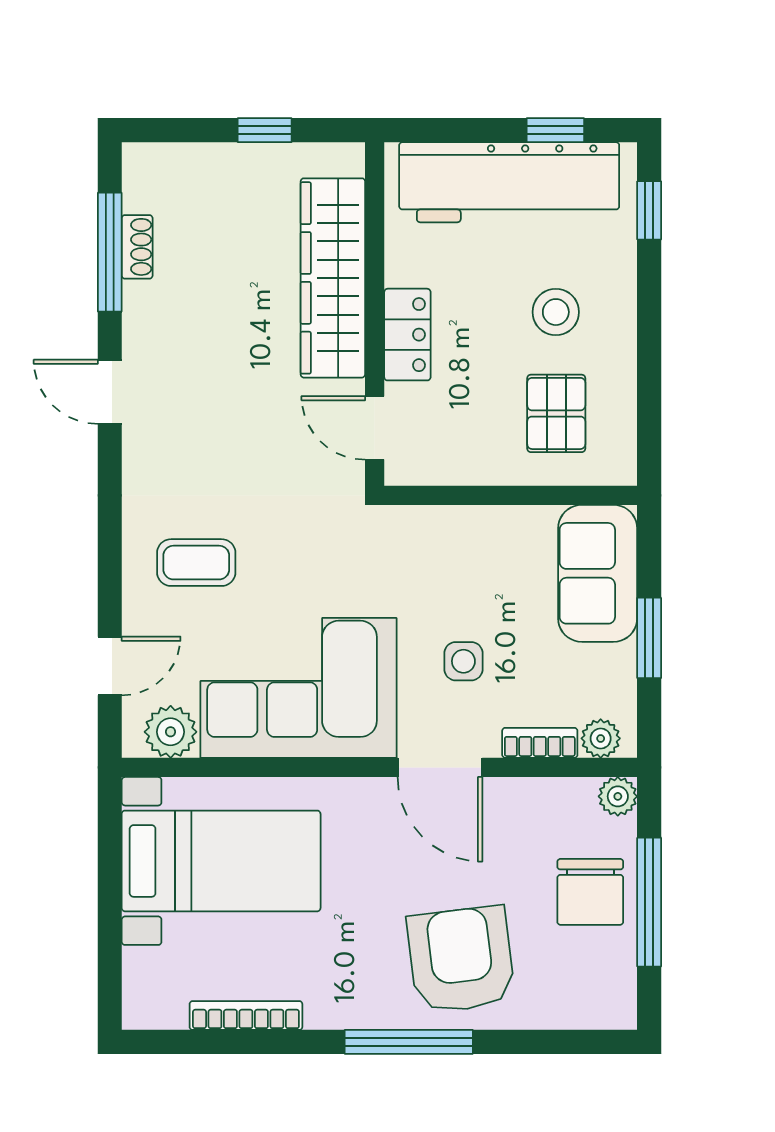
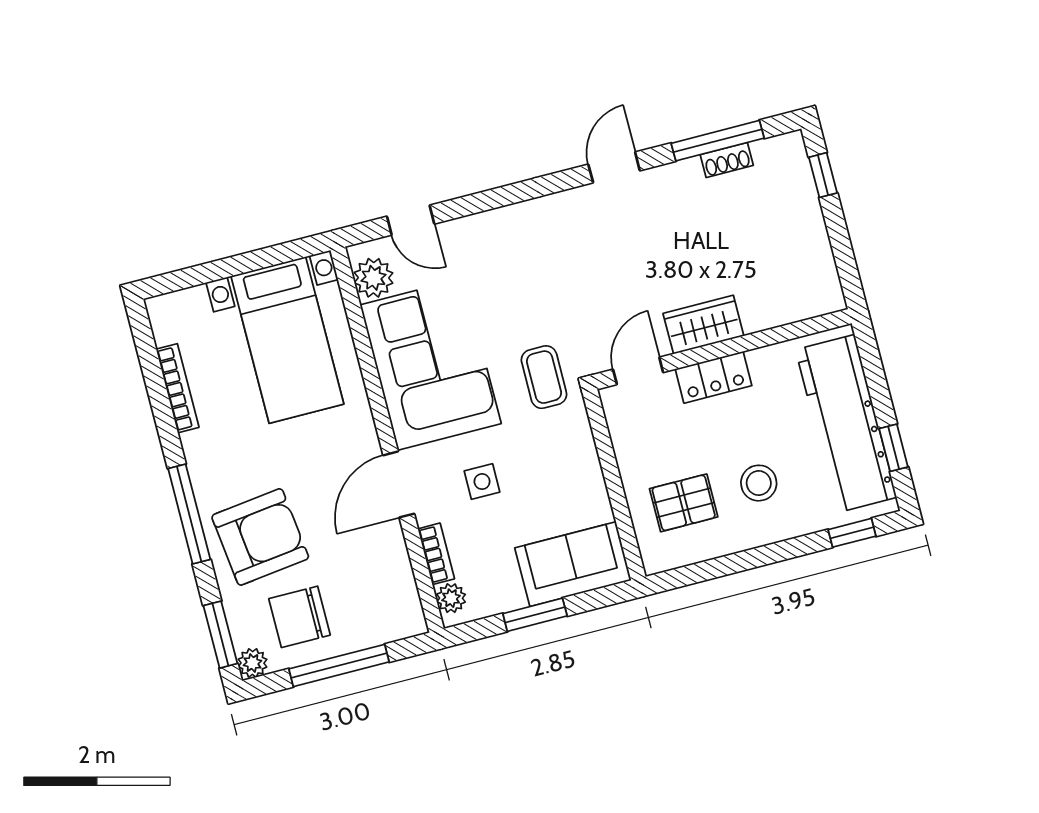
window: (265, 130) -> (823, 175), moved
wardrobe: (333, 278) -> (703, 325), width x0.48, depth x0.85
coffee table: (196, 563) -> (544, 377), moved
plant: (618, 796) -> (253, 663), moved
chair: (590, 892) -> (300, 617), moved
window: (571, 1042) -> (220, 635), added

